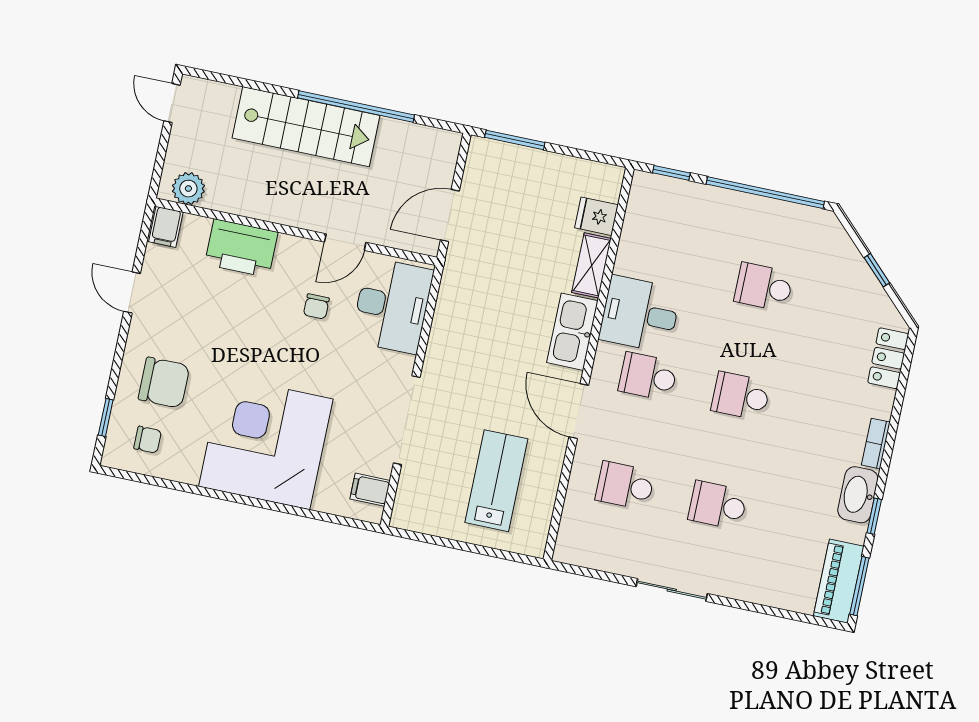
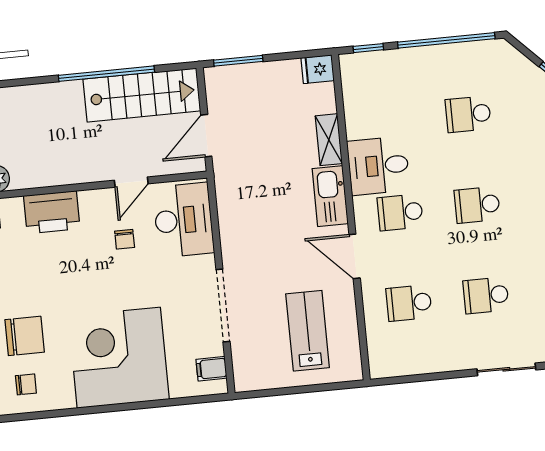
stairs: (306, 127) -> (142, 95), moved
fridge: (596, 216) -> (318, 69), moved
sliding door: (672, 590) -> (506, 369), moved

